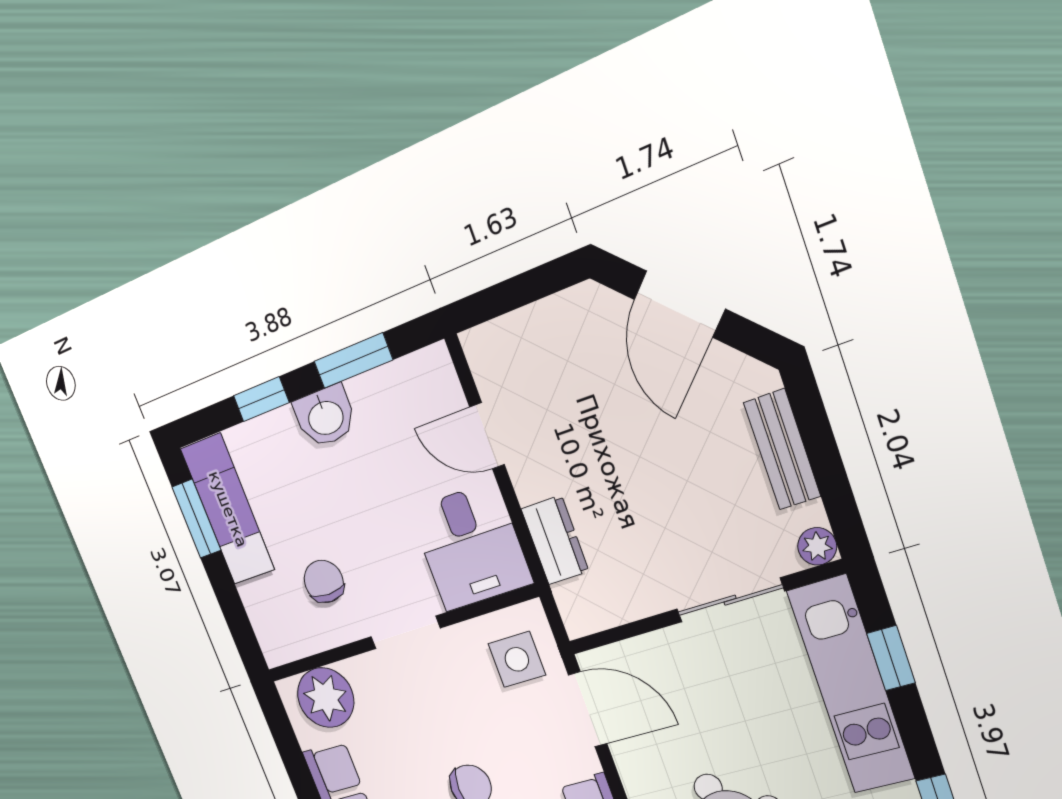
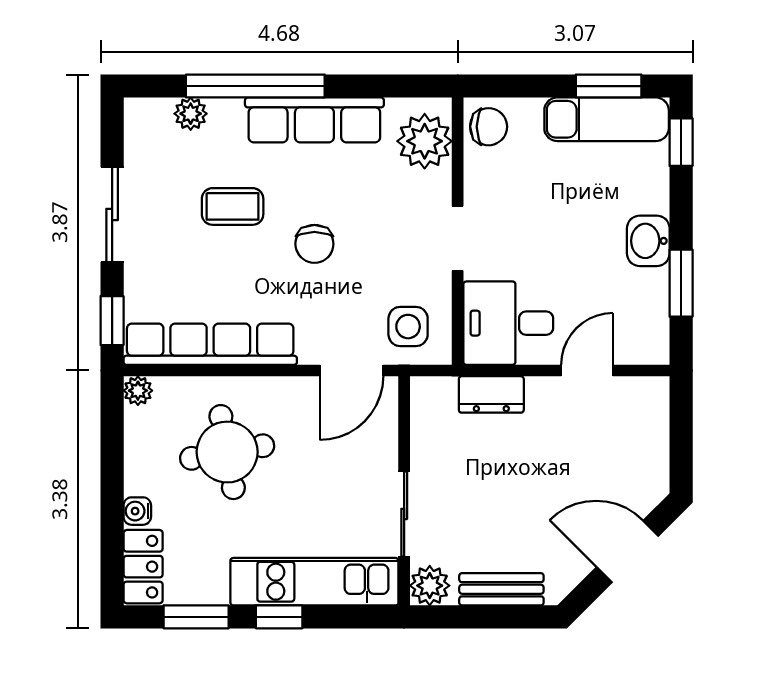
window: (261, 399) -> (681, 142), moved
plant: (817, 546) -> (430, 586), width x1.38, depth x1.38
chair: (324, 581) -> (489, 127), moved
window: (891, 658) -> (279, 617), moved

